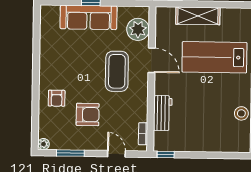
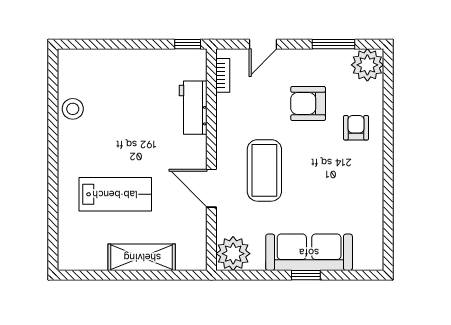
plant: (138, 29) -> (233, 254), moved
lab bench: (214, 57) -> (115, 194), width x0.73, depth x0.72
plant: (44, 144) -> (367, 65), width x1.88, depth x1.88
door: (116, 154) -> (263, 44), hinge flipped

